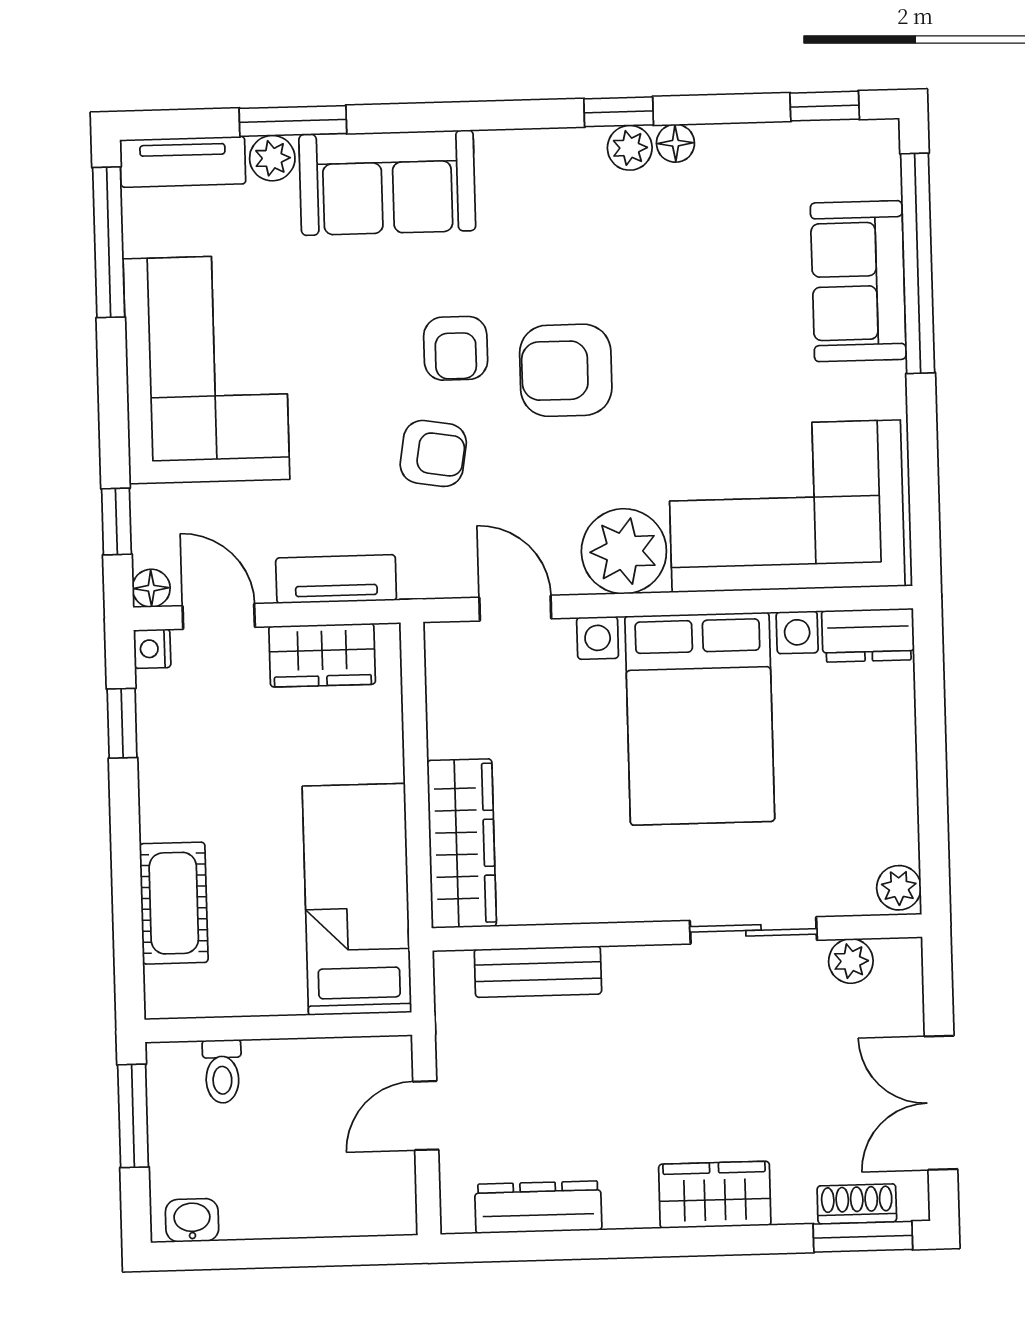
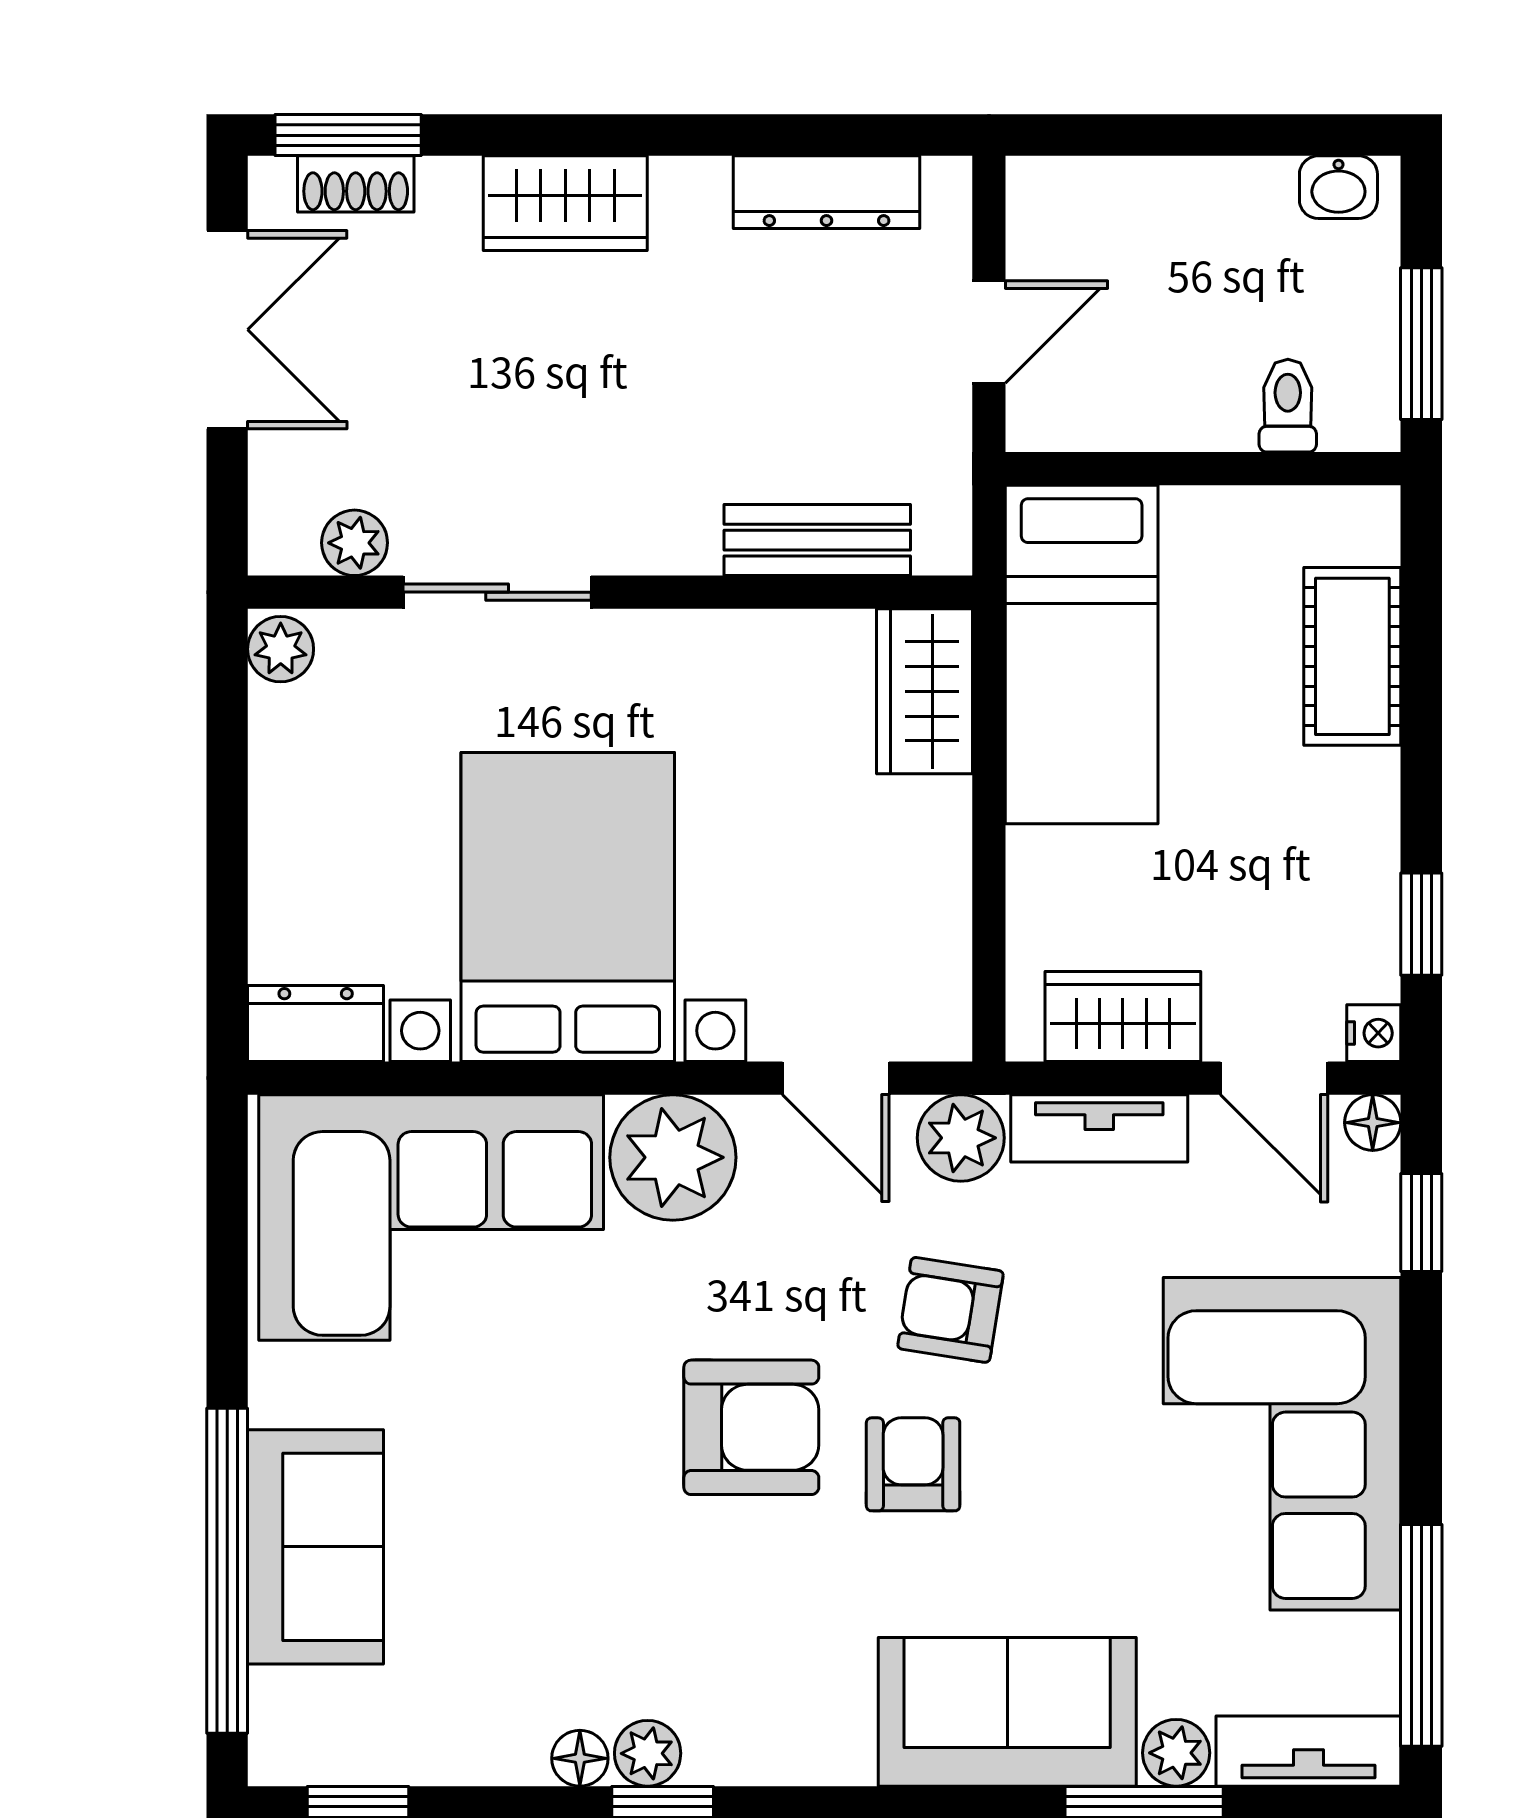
plant: (430, 570) -> (961, 1138), added
wardrobe: (462, 843) -> (925, 691), width x0.67

